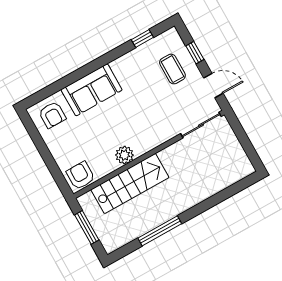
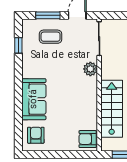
window: (195, 53) -> (48, 15), width x1.50
armchair: (52, 115) -> (36, 135), turned -90
plant: (124, 155) -> (90, 69), moved

